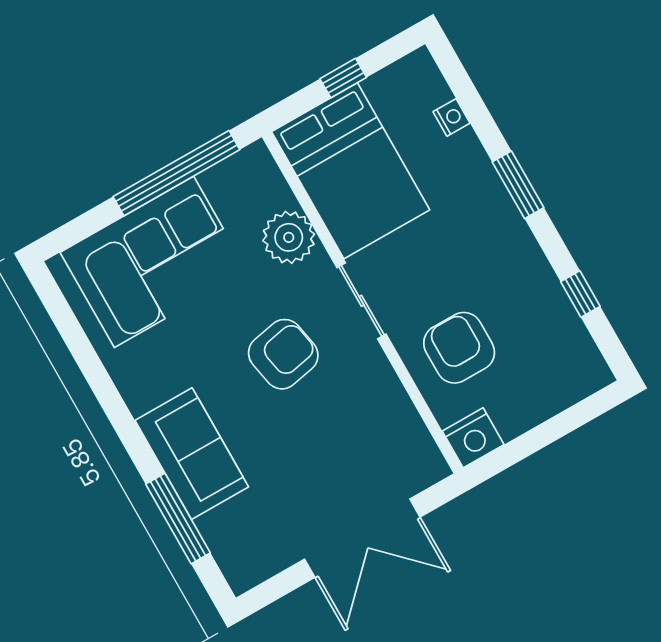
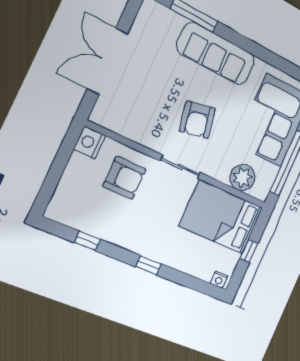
nightstand: (452, 117) -> (219, 280), moved
window: (518, 185) -> (148, 265), width x0.67
plant: (289, 237) -> (242, 178), moved
sofa: (192, 454) -> (216, 54), width x1.36

